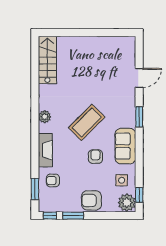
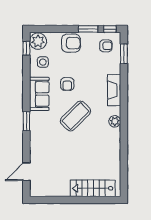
stairs: (47, 60) -> (93, 188), moved, turned 90
door: (139, 78) -> (26, 172), moved
armchair: (53, 180) -> (106, 46), moved

